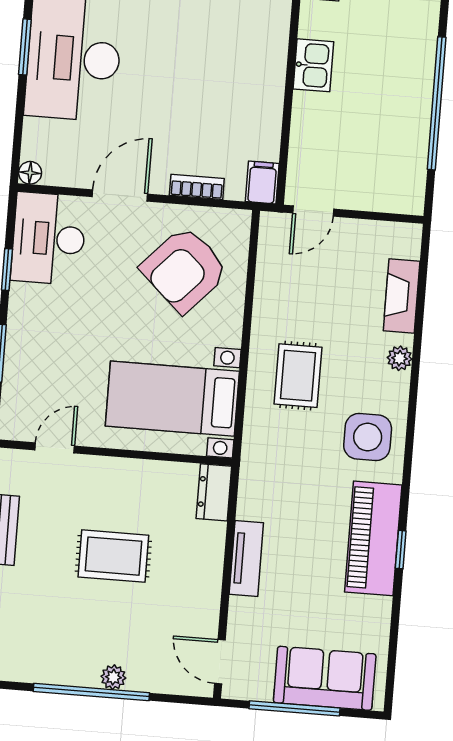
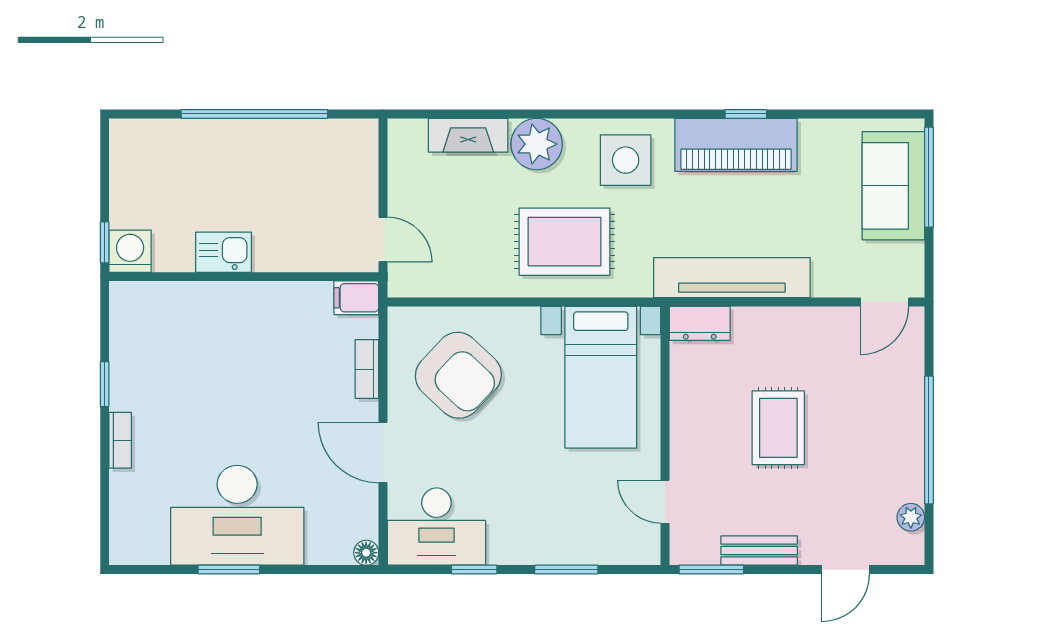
plant: (400, 358) -> (537, 144), width x1.87, depth x1.87
rug: (298, 376) -> (564, 242), width x1.36, depth x1.43
tv unit: (246, 559) -> (732, 278), width x1.92, depth x1.29
plant: (113, 677) -> (911, 517), moved
window: (295, 708) -> (929, 177), moved

